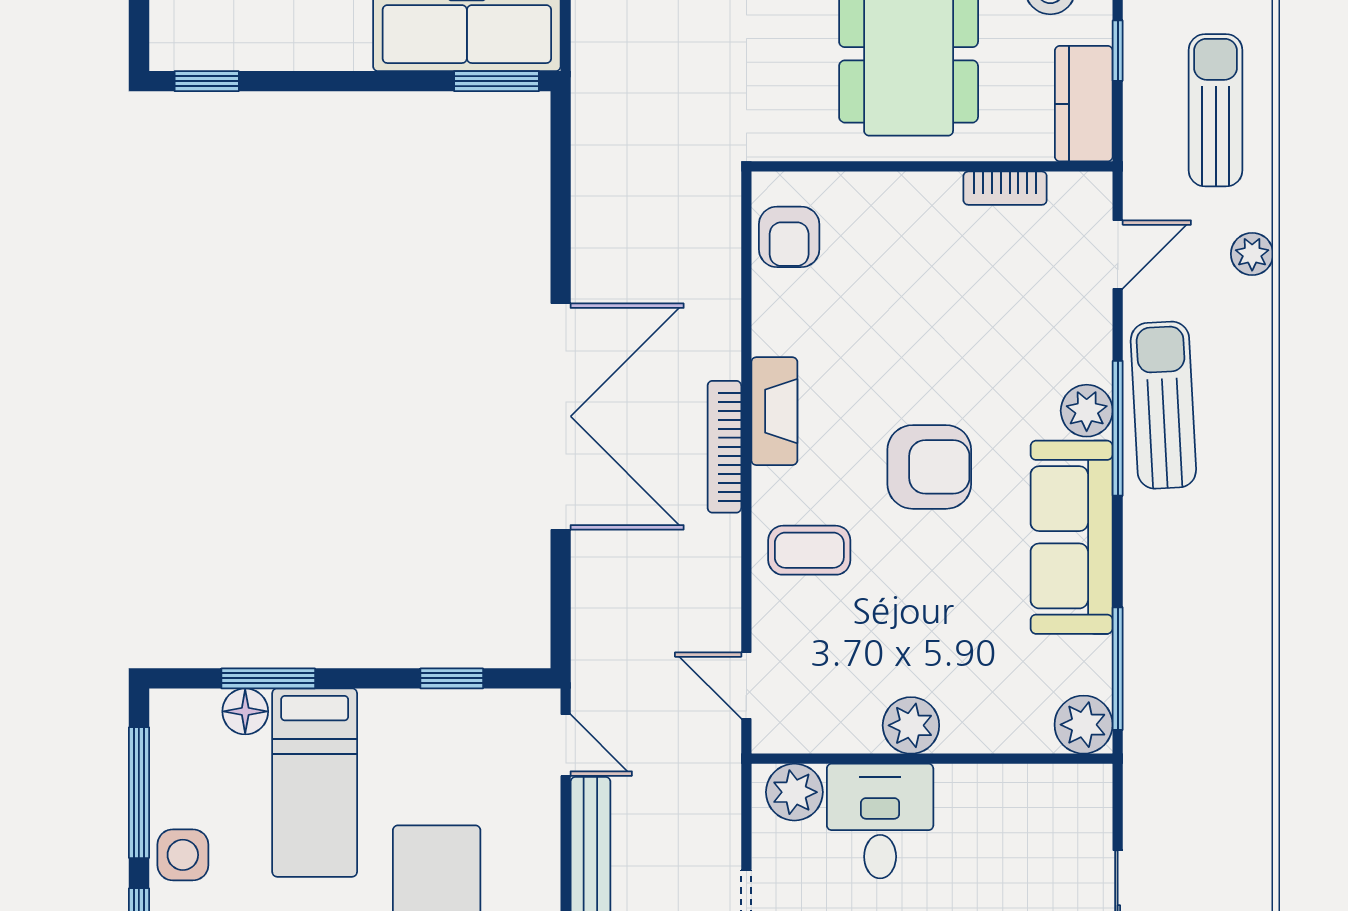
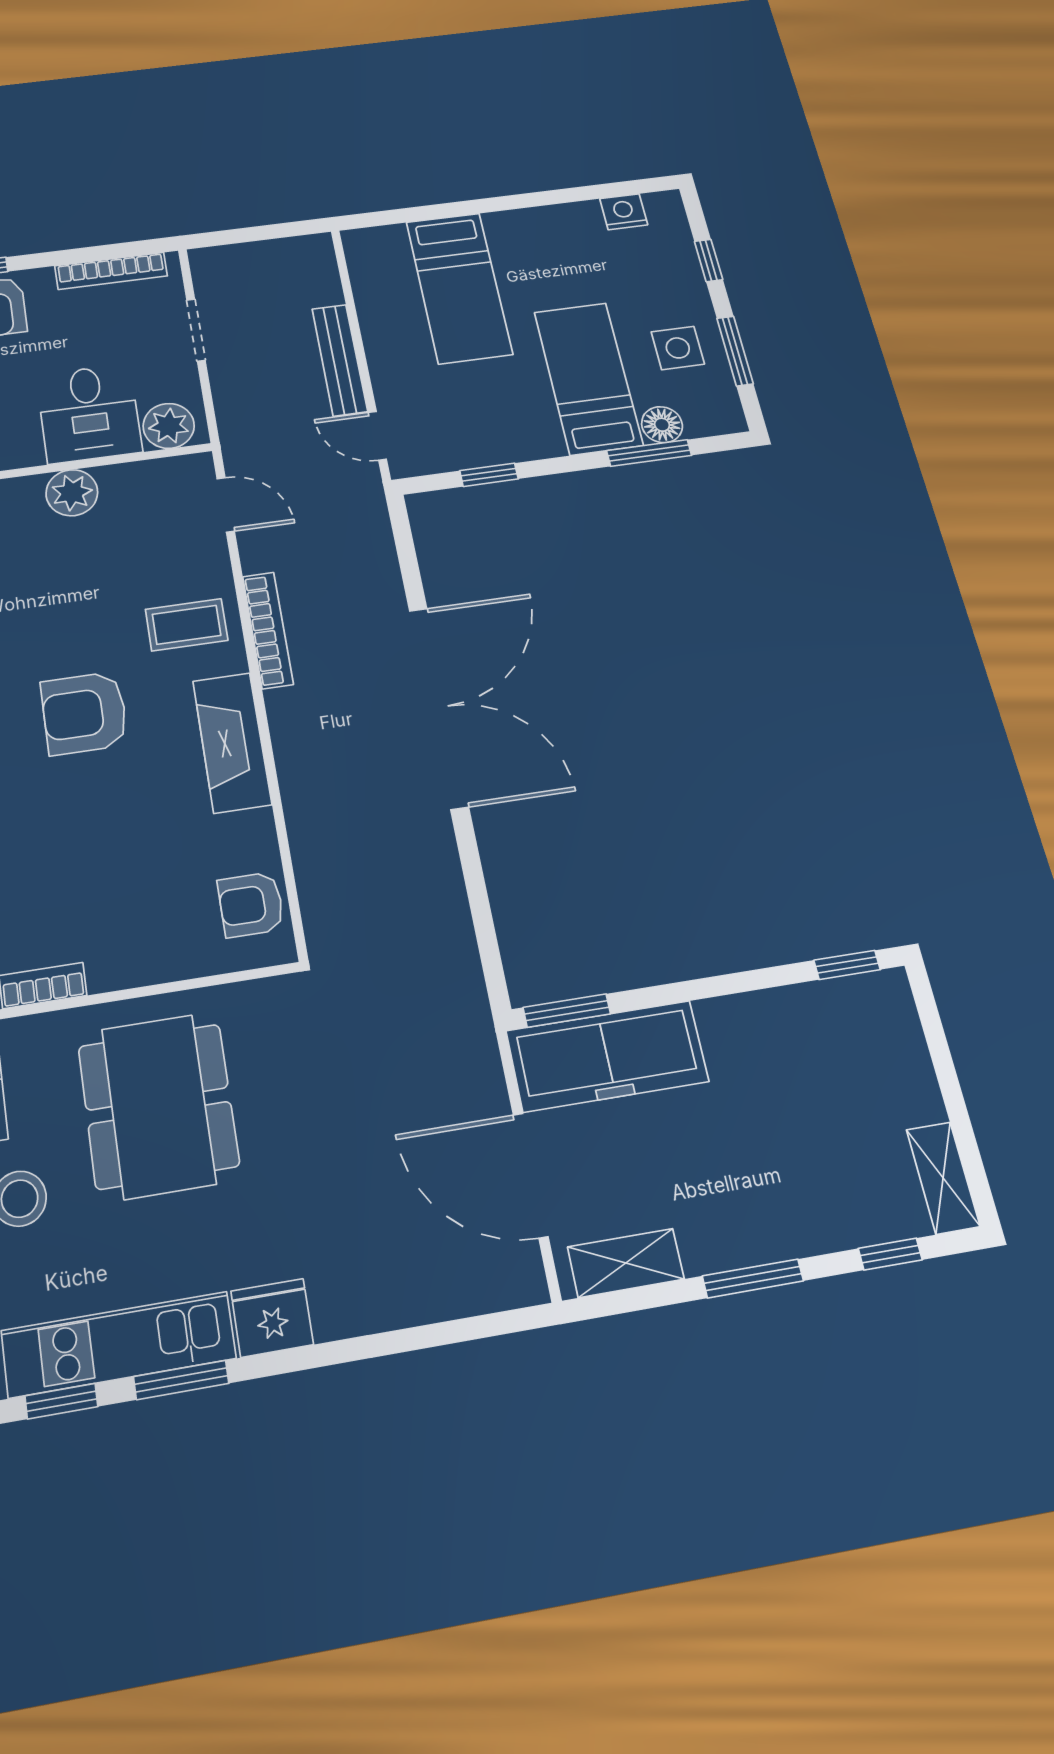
armchair: (789, 237) -> (251, 905), turned -90
fireplace: (774, 411) -> (232, 742), width x1.37, depth x1.32
double door: (561, 416) -> (438, 707), swing flipped
bookcase: (724, 447) -> (268, 630), moved
window: (139, 793) -> (735, 351), width x0.69
side table: (183, 855) -> (678, 348), moved

